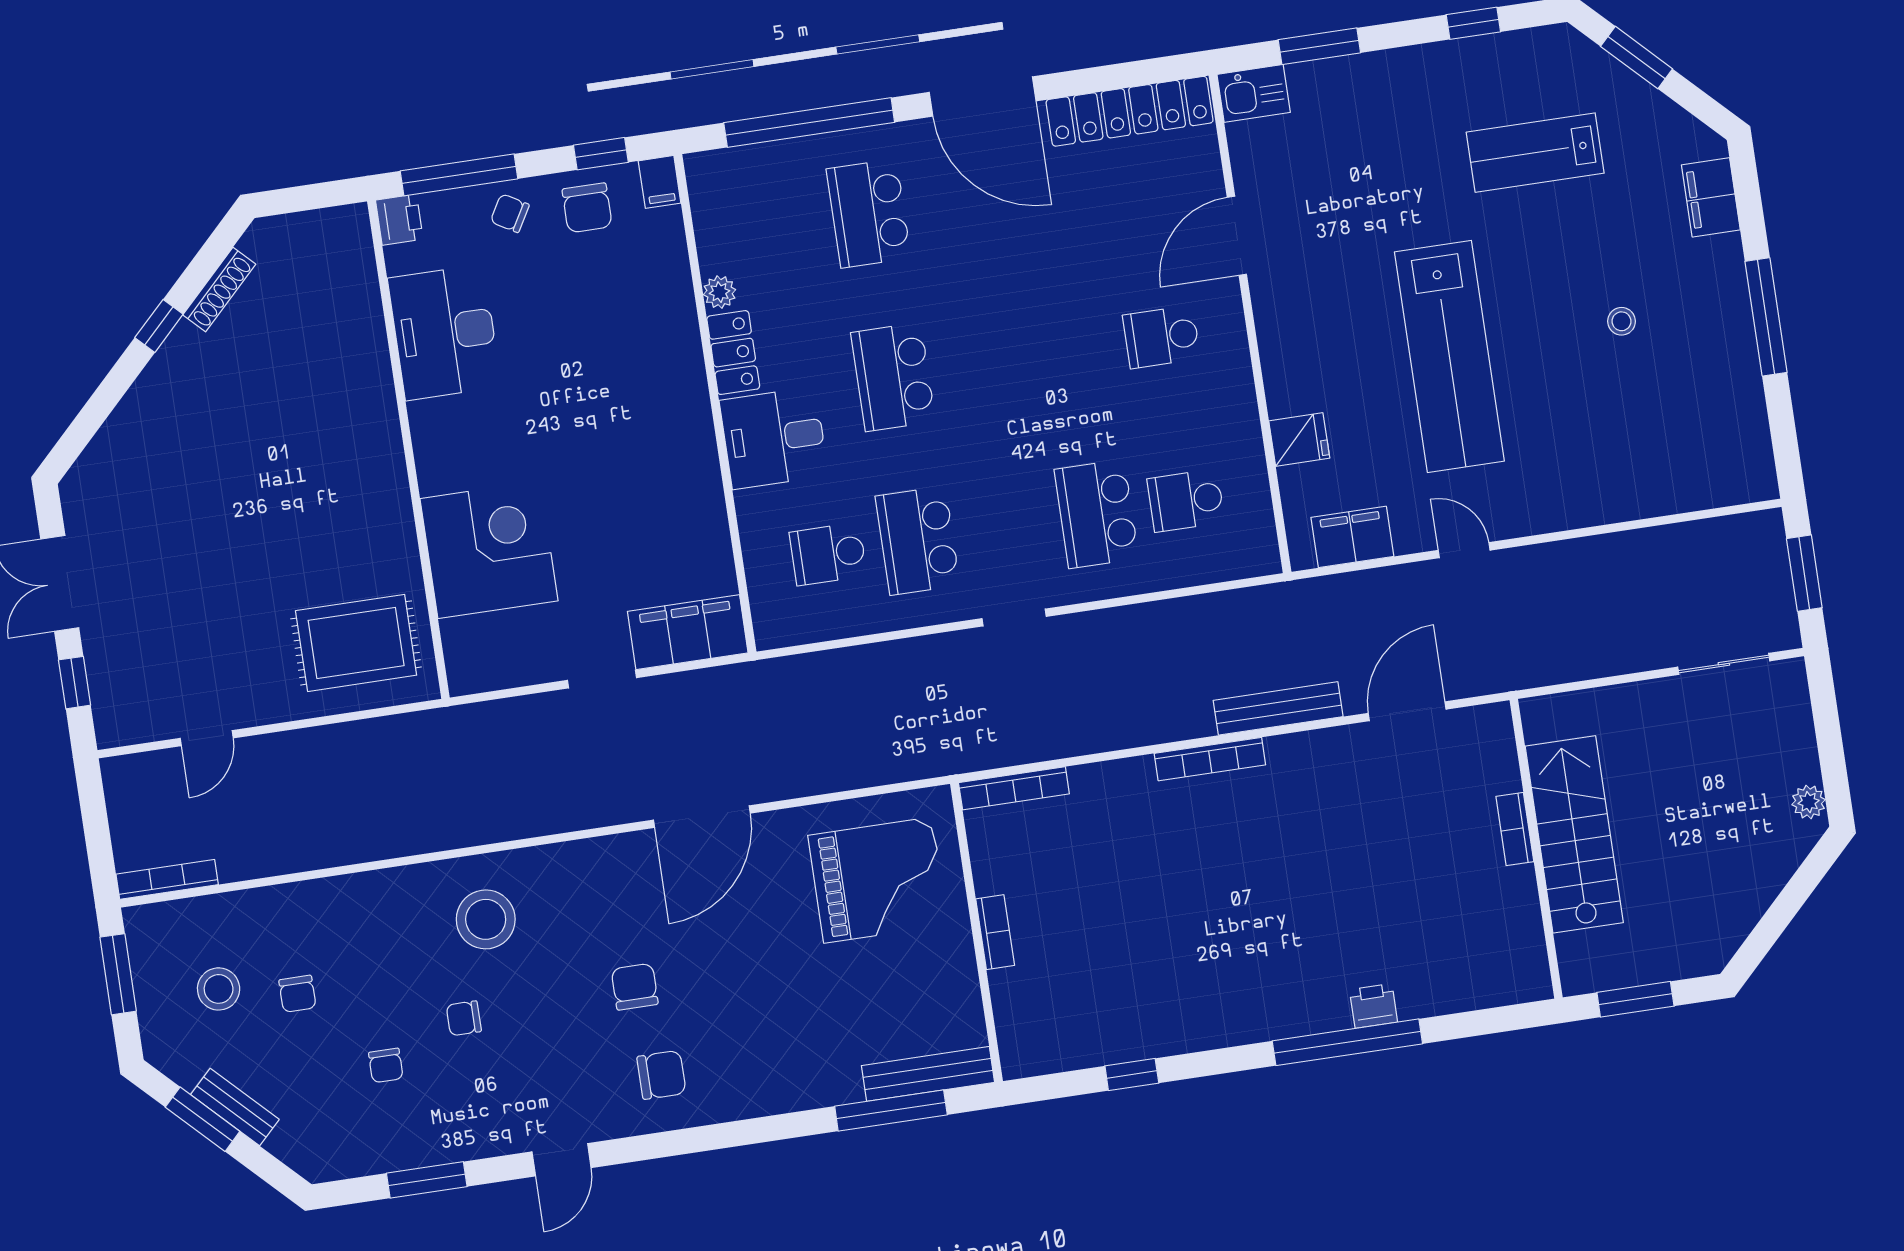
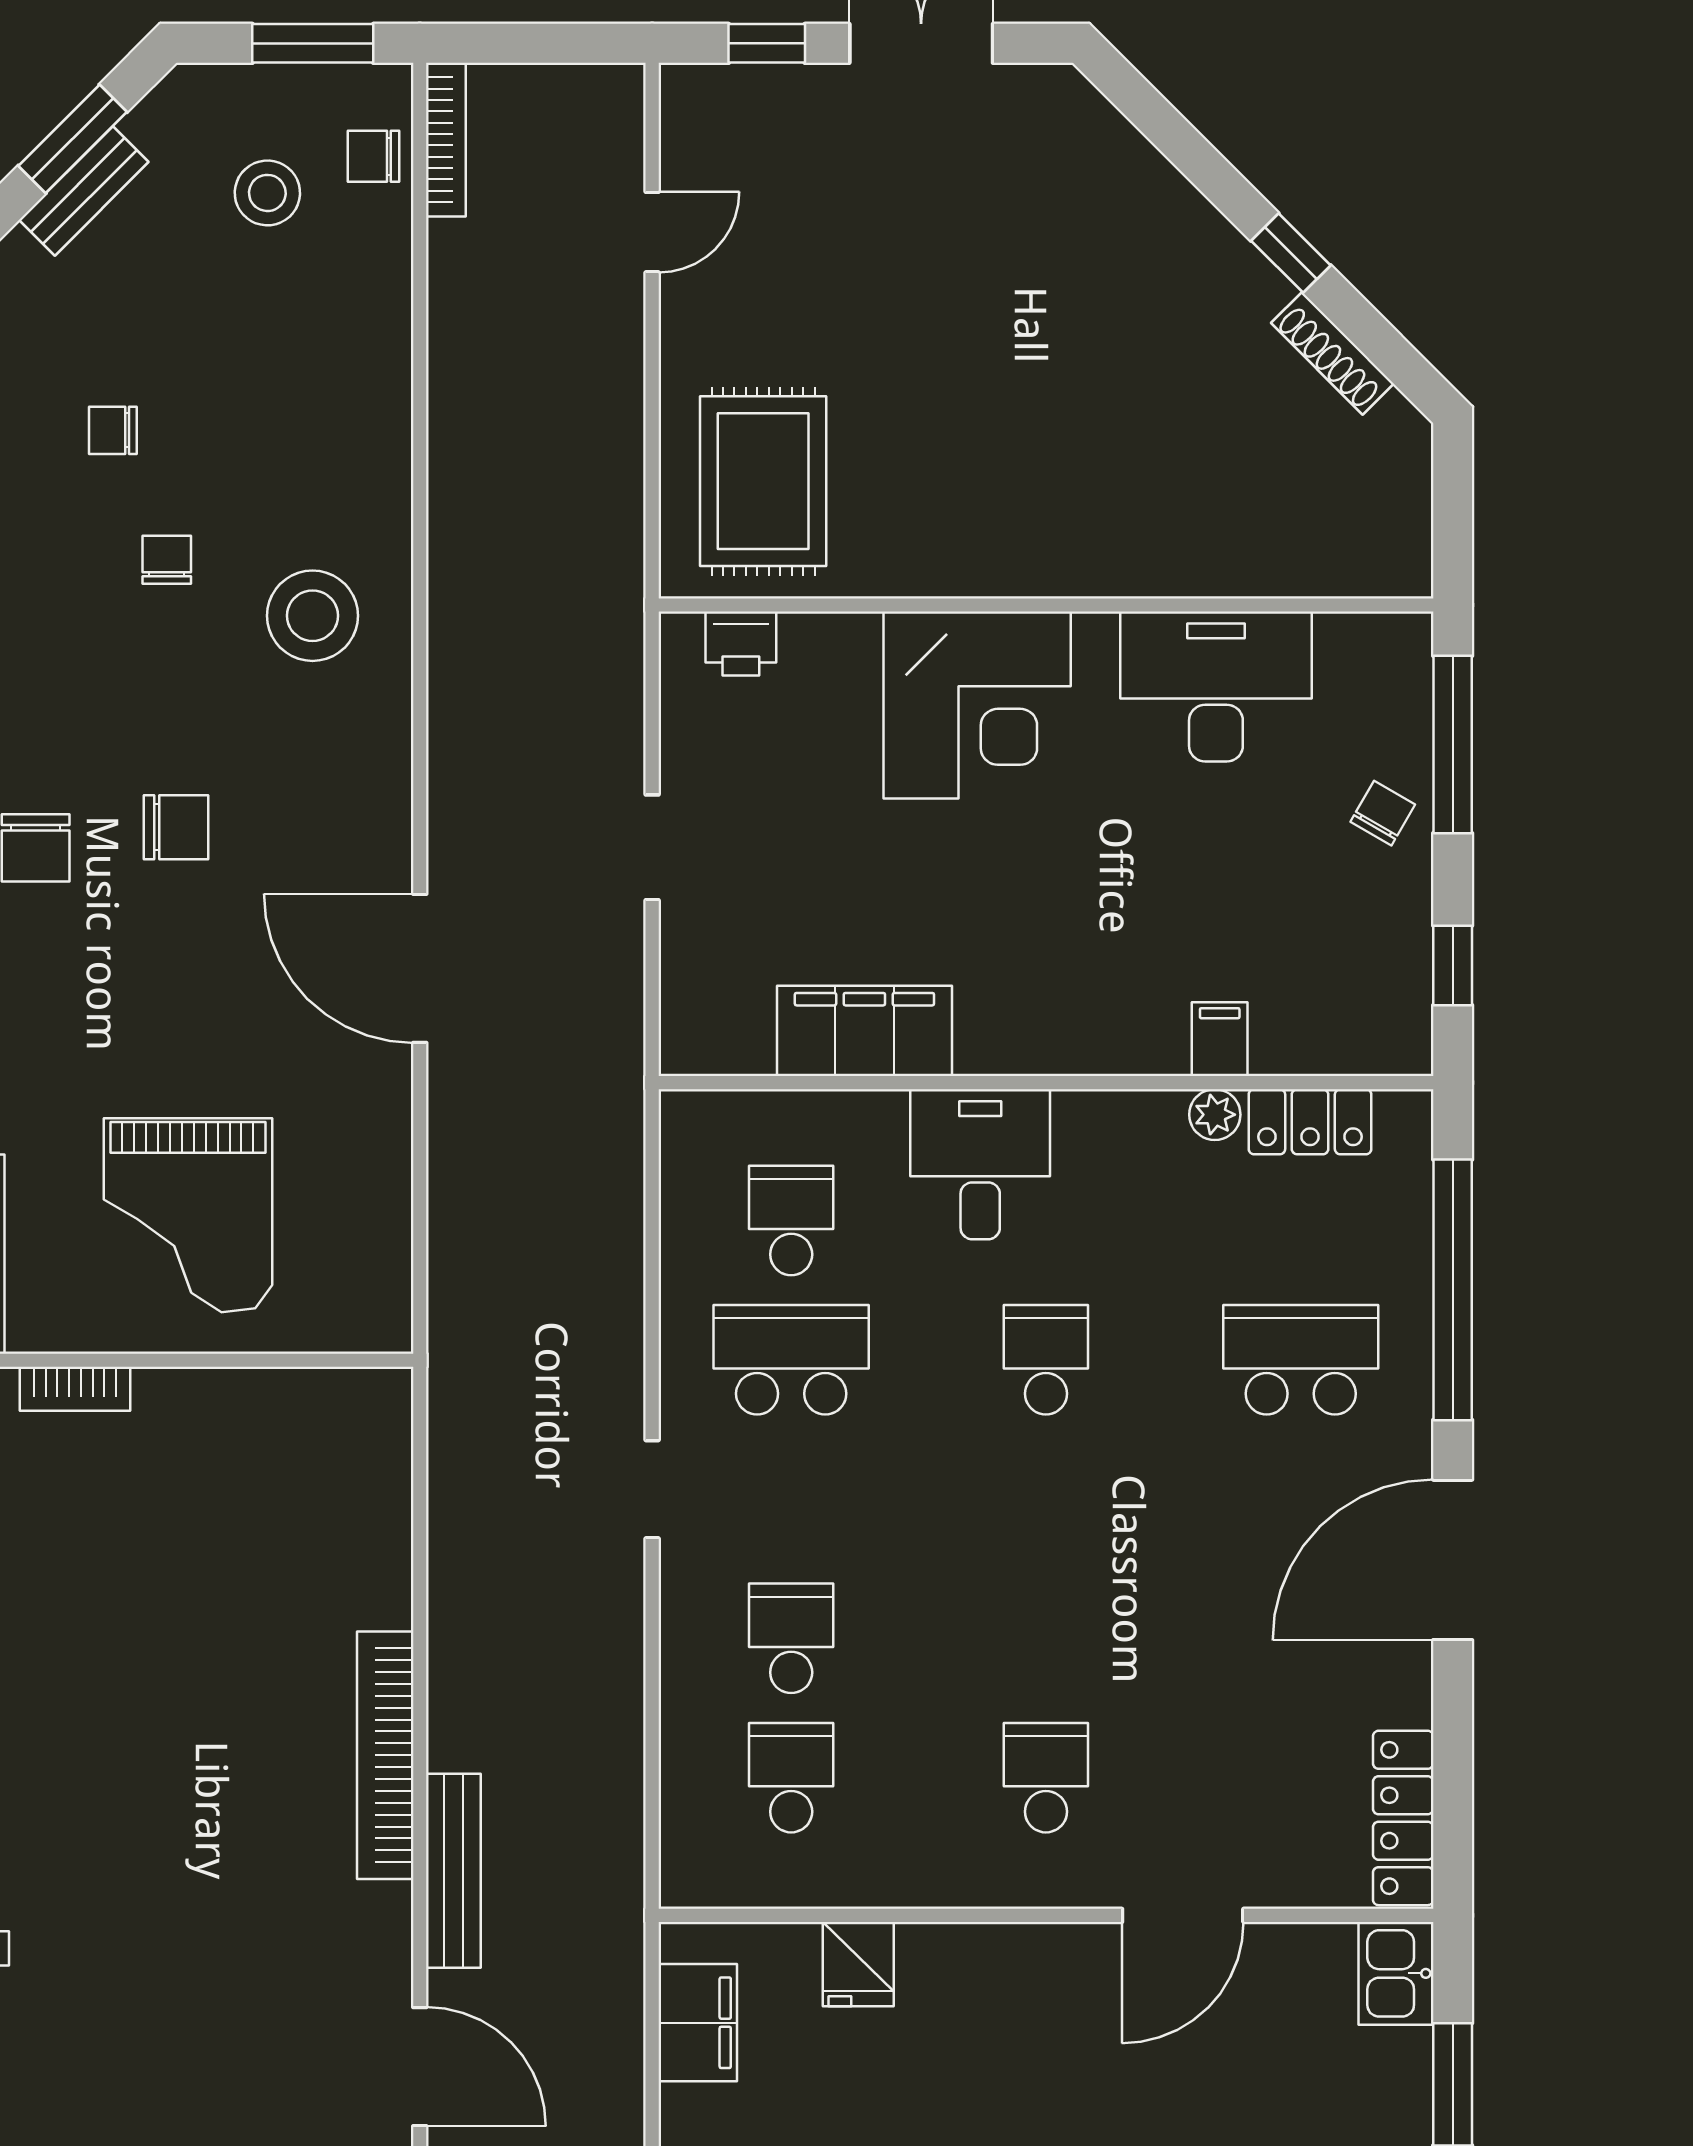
locker: (1130, 111) -> (1403, 1818), width x0.71, depth x0.83
filing cabinet: (660, 182) -> (1220, 1039), moved, turned 90
chair: (587, 208) -> (1373, 932), removed
printer: (399, 220) -> (741, 643), moved
door: (1237, 236) -> (1183, 1915), swing flipped
locker: (733, 353) -> (1310, 1122), moved
school desk: (893, 377) -> (1046, 1360), width x0.54
school desk: (1096, 514) -> (791, 1638), width x0.54
corner desk: (489, 550) -> (977, 705), moved
filing cabinet: (688, 632) -> (864, 1031), moved, turned -90
door: (207, 738) -> (652, 232), swing flipped
bookcase: (1210, 759) -> (385, 1755), width x1.48, depth x1.31
bookcase: (1014, 788) -> (392, 1450), removed
grand piano: (878, 880) -> (188, 1215), moved
bookcase: (995, 932) -> (75, 1389), moved
chair: (297, 994) -> (374, 156), moved

